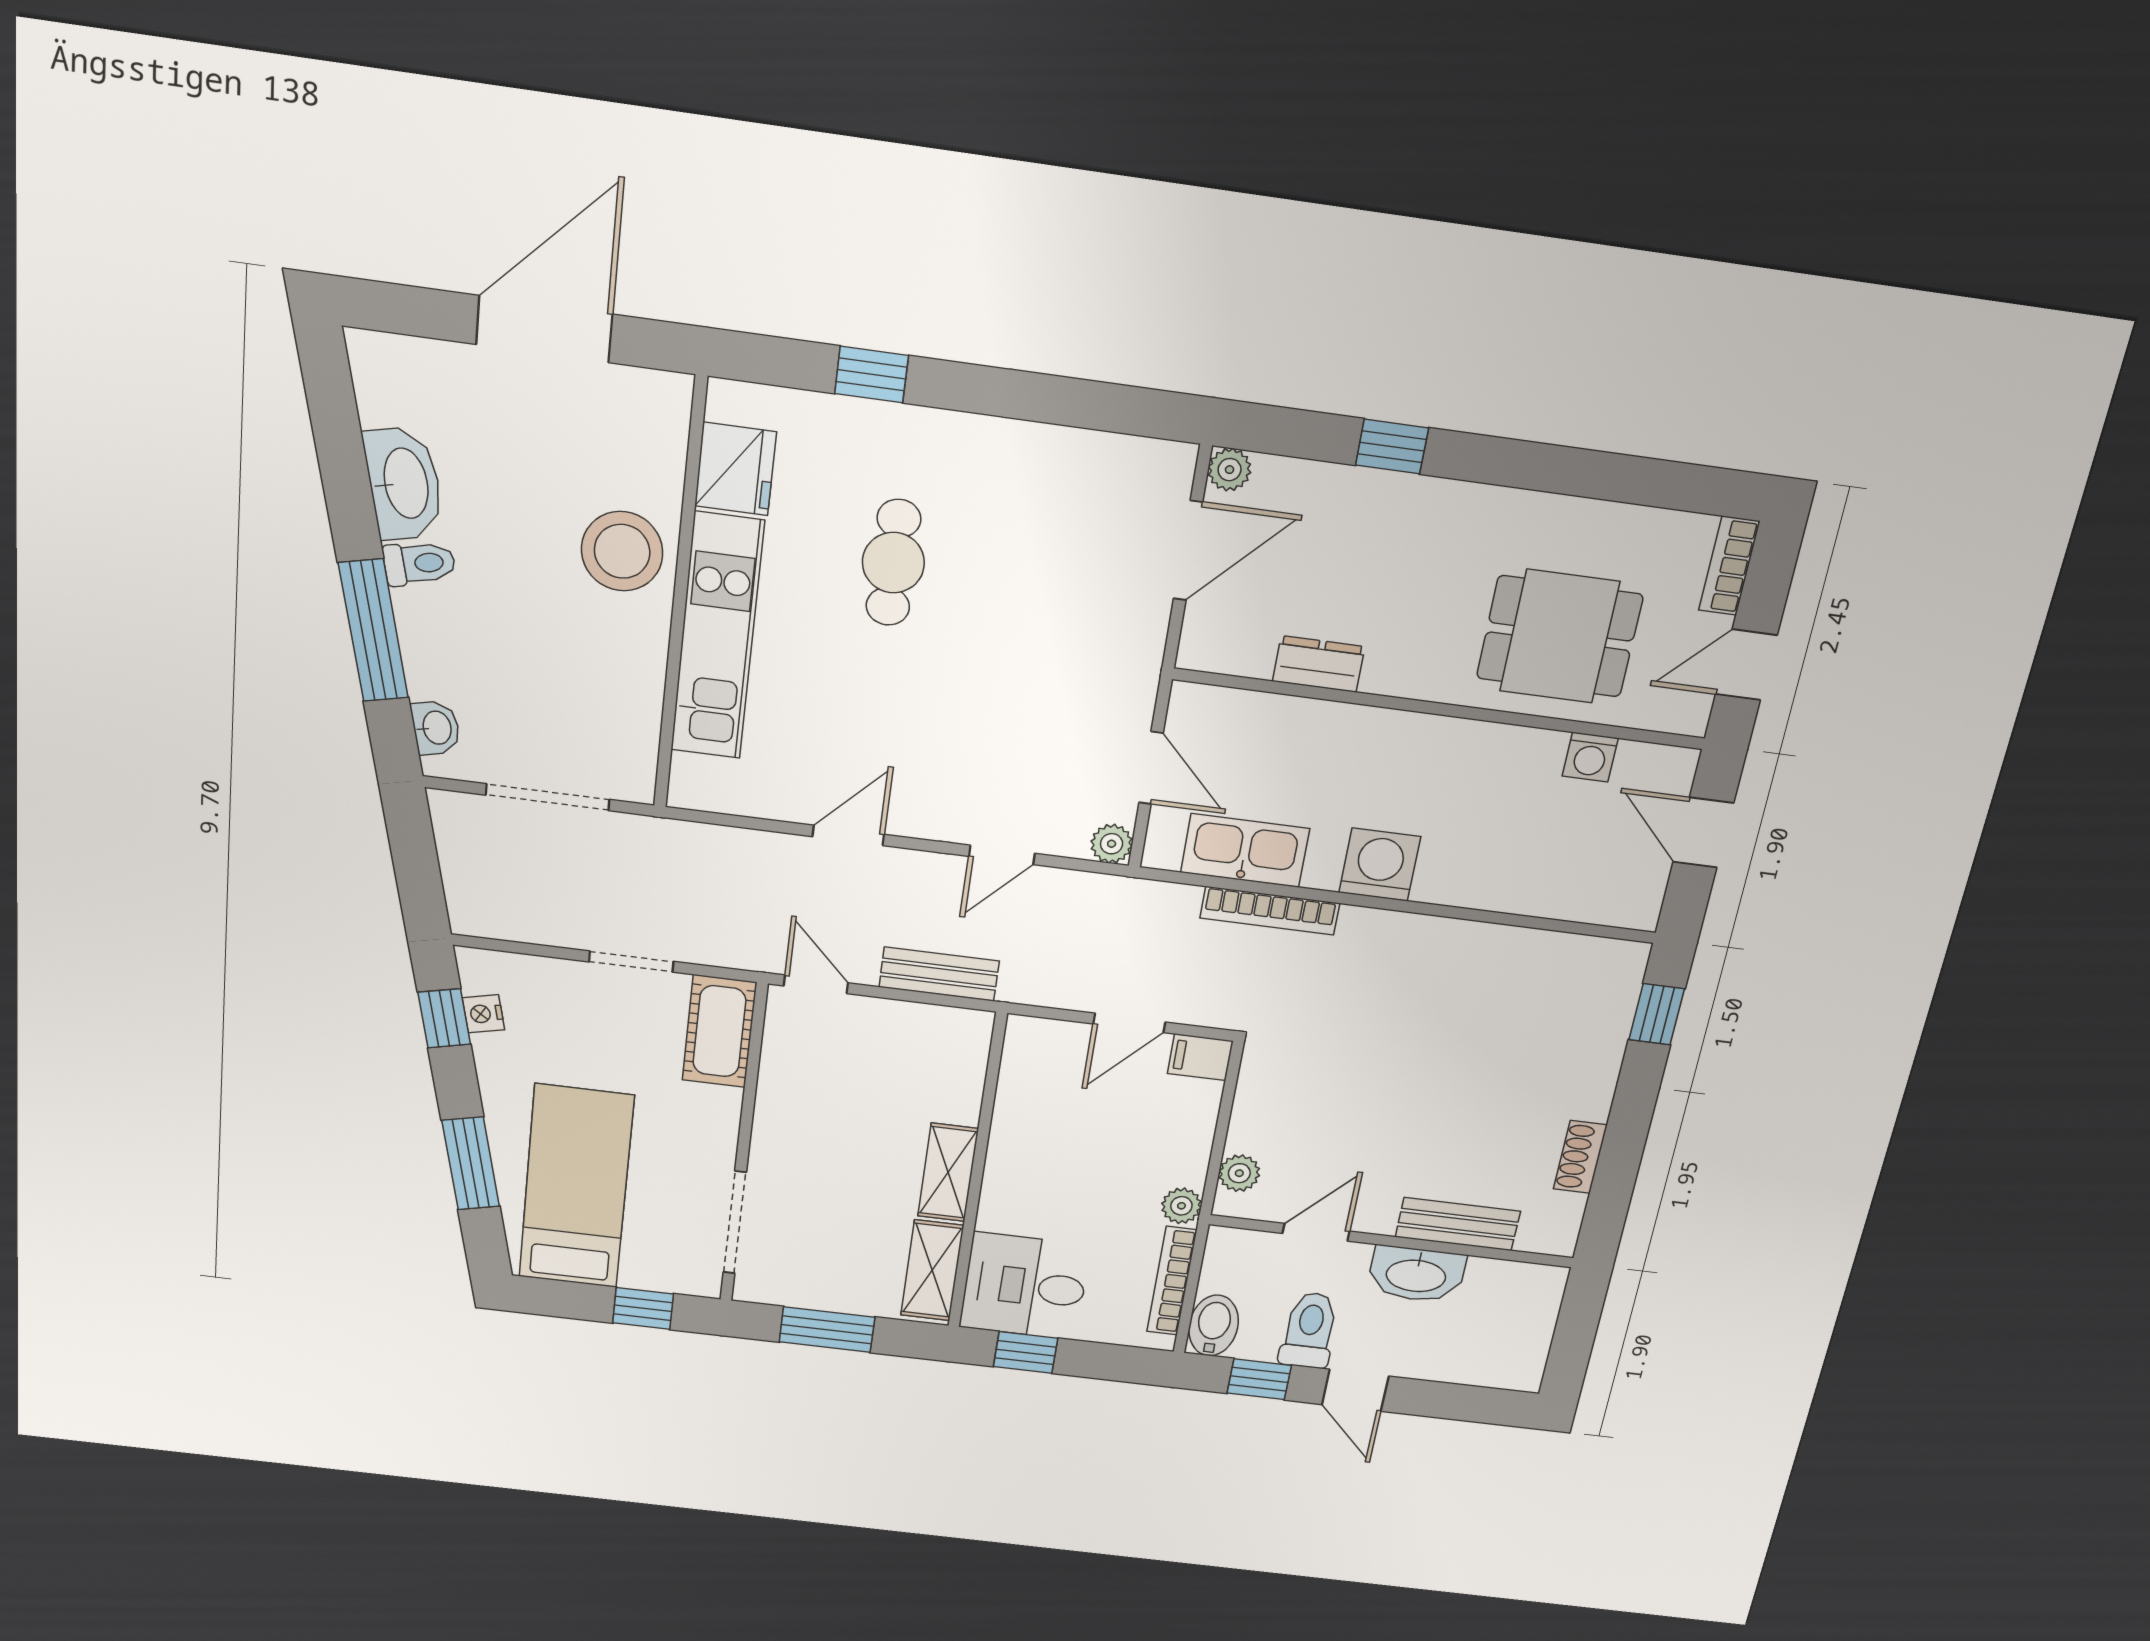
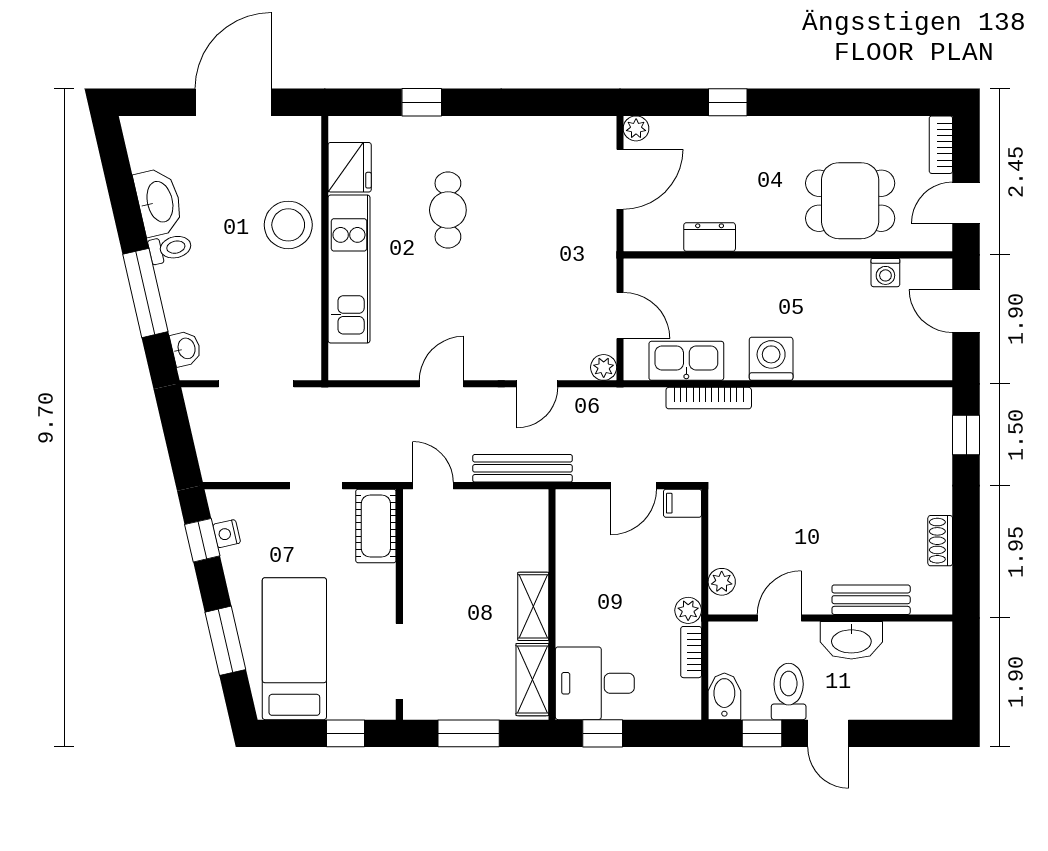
bench: (939, 974) -> (523, 468), width x1.36
bookcase: (1172, 1281) -> (691, 652), width x0.64

